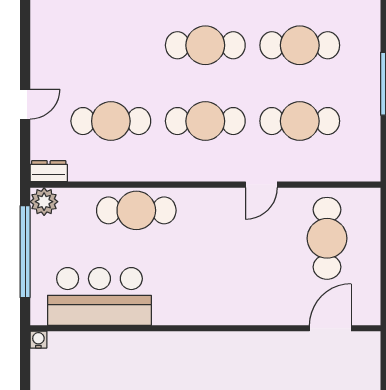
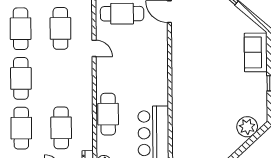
cafe table: (205, 121) -> (21, 128), moved

